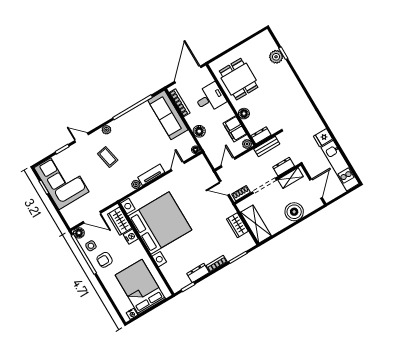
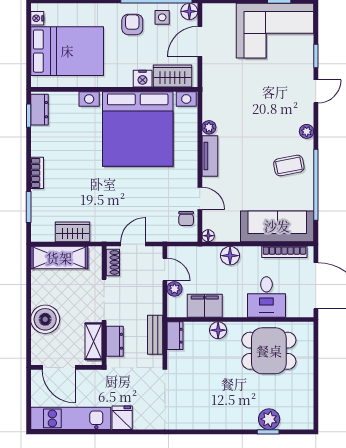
plant: (247, 144) -> (174, 289), moved
coffee table: (108, 157) -> (289, 165), moved
chair: (193, 167) -> (186, 219), added
dresser: (198, 273) -> (40, 110), moved

